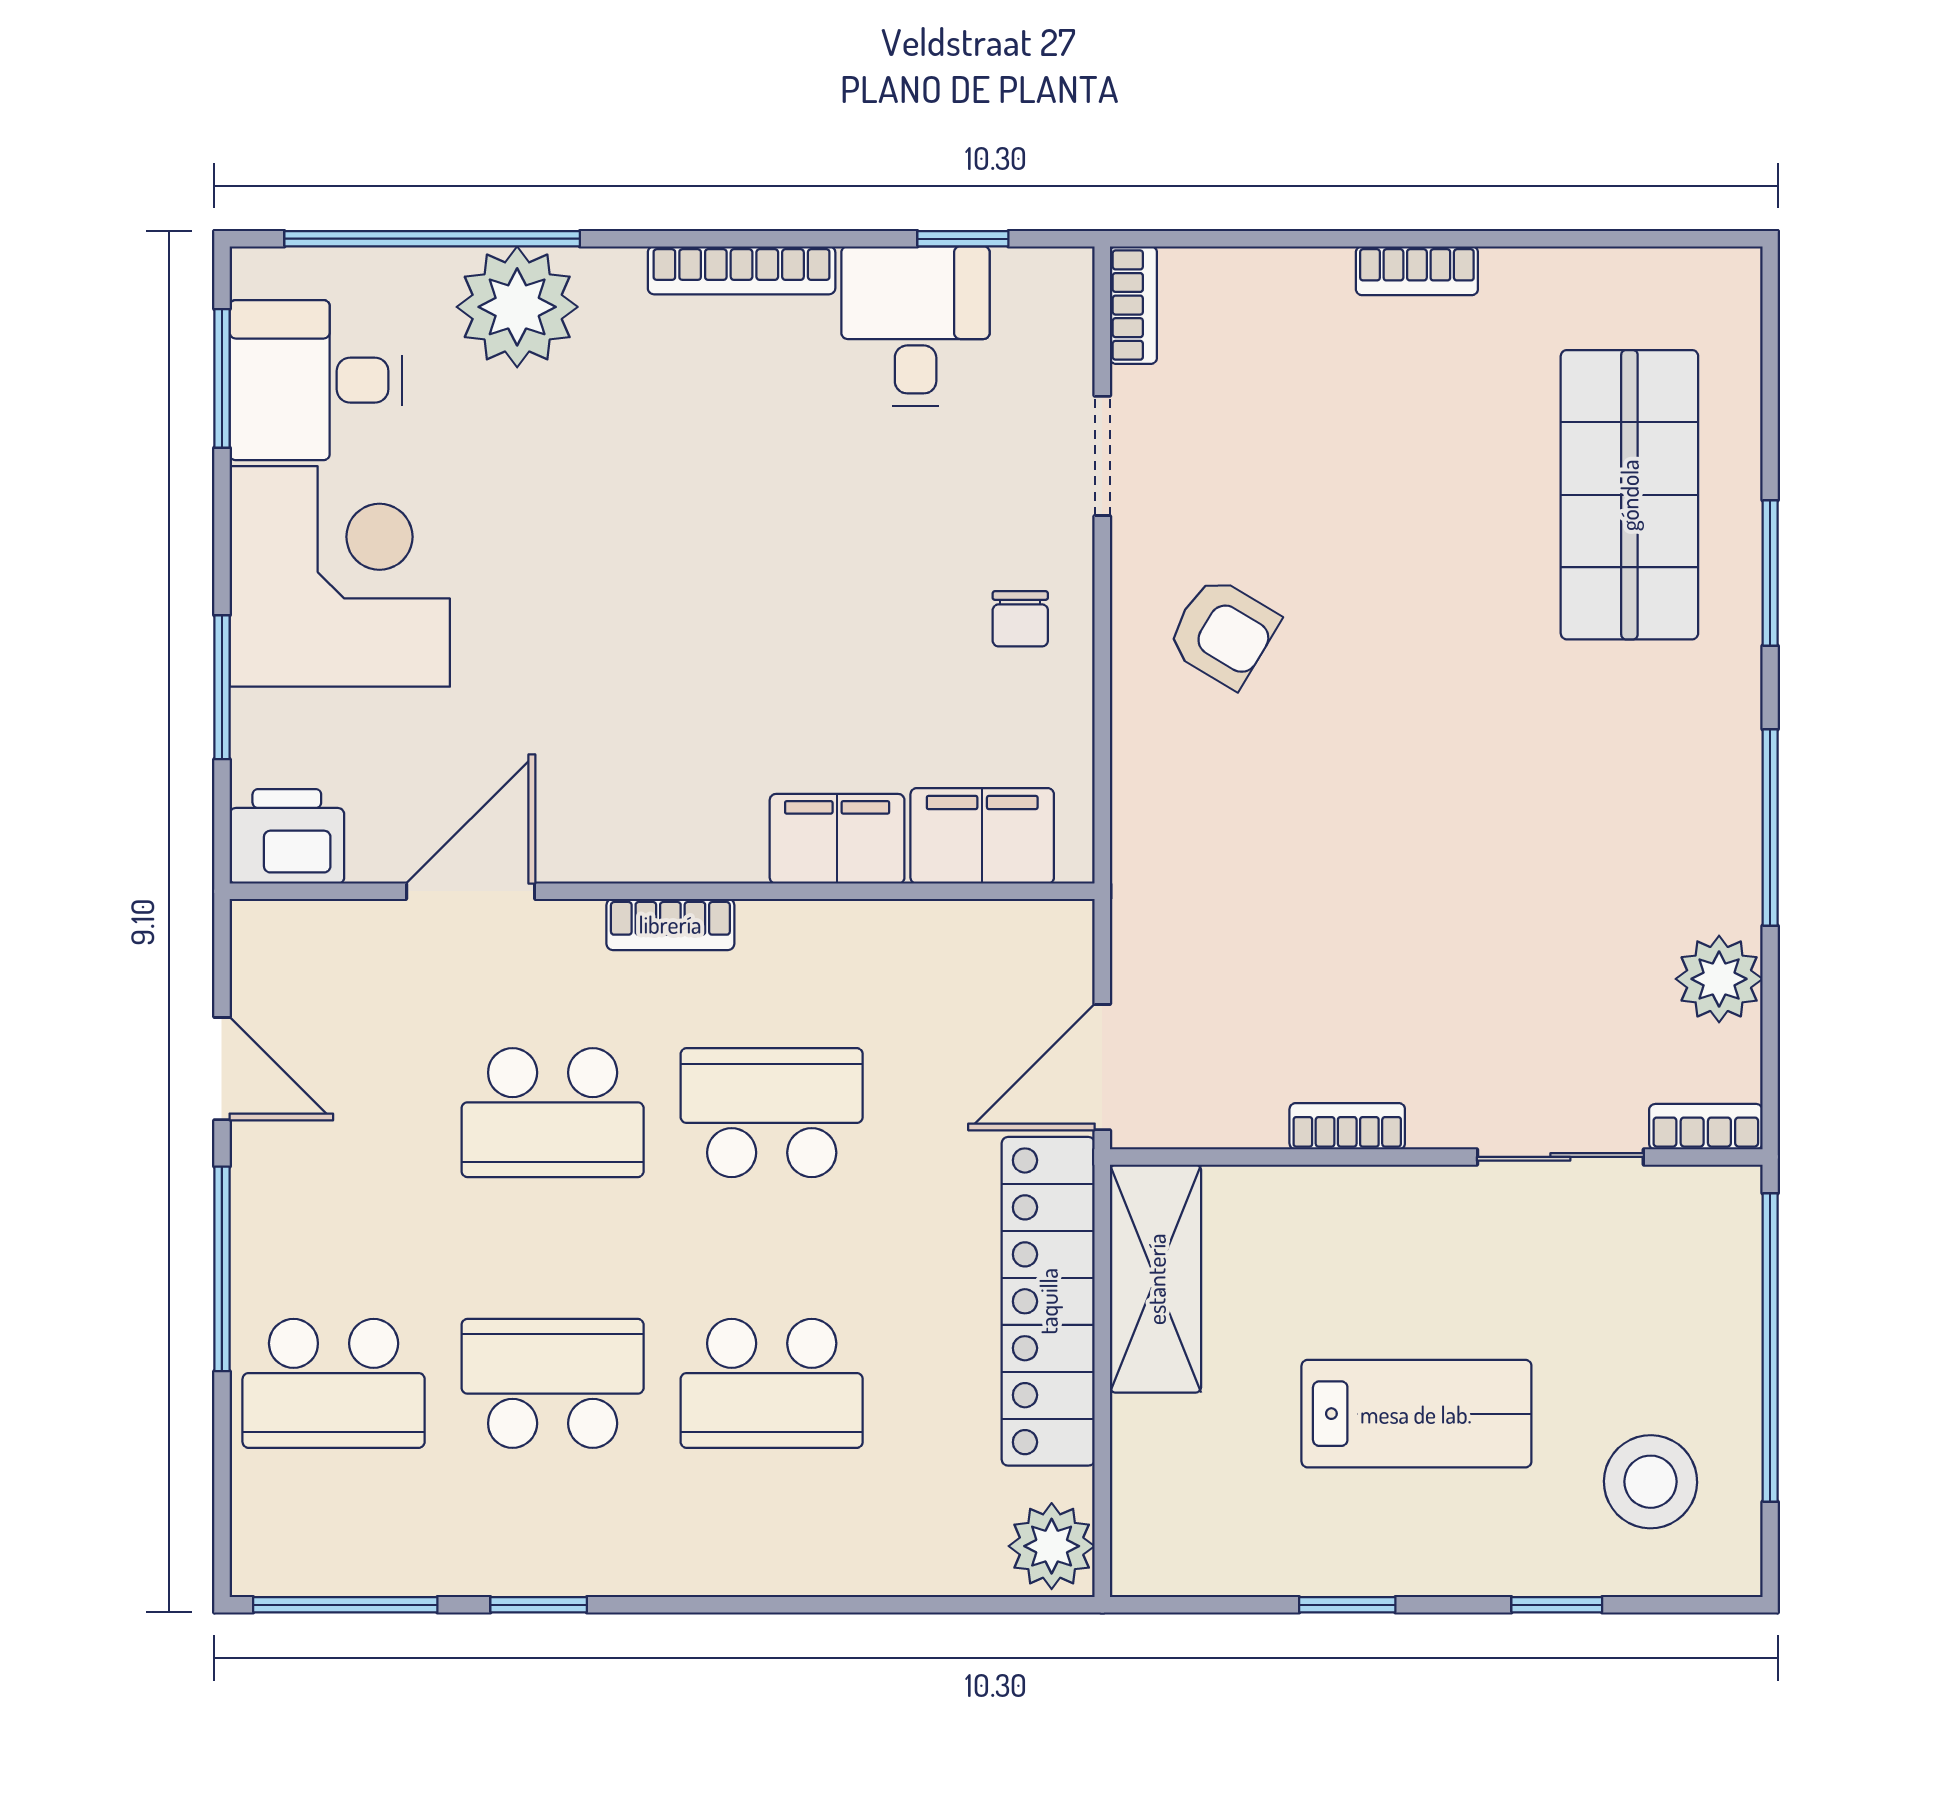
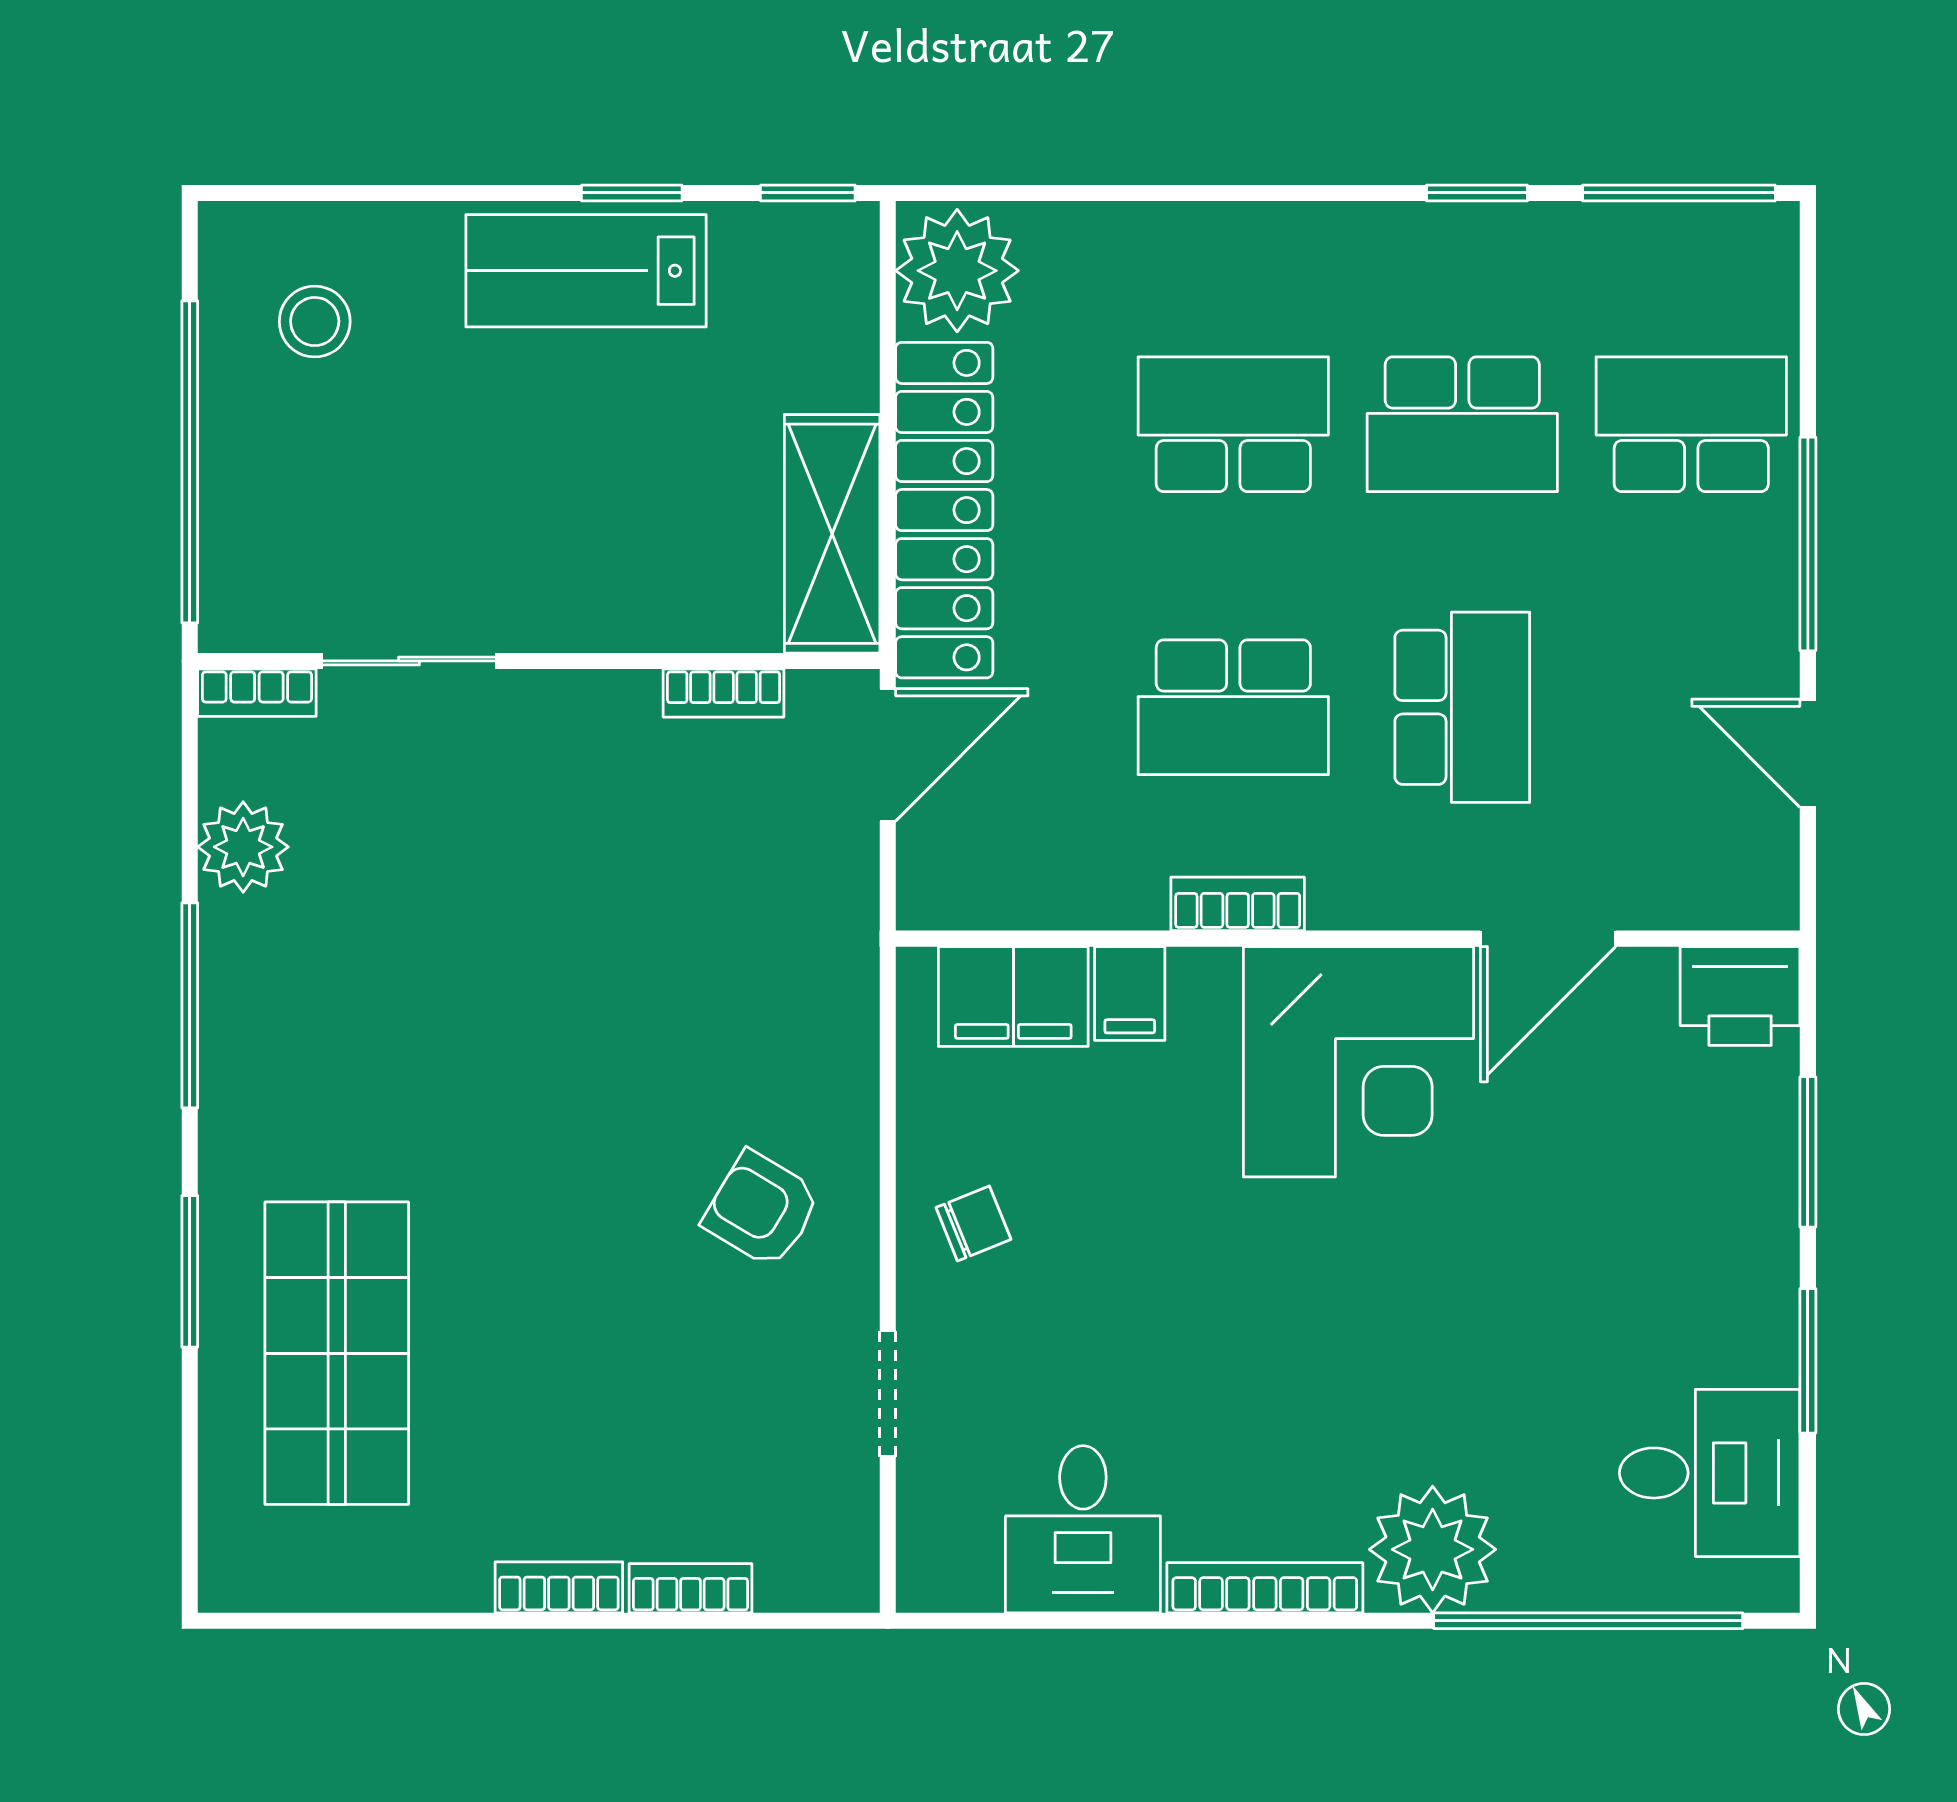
window: (963, 239) -> (1033, 1621), removed
bookcase: (1133, 305) -> (691, 1588), moved, turned 90
plant: (517, 307) -> (1433, 1549), moved
window: (222, 378) -> (1808, 1361), moved
corner desk: (340, 576) -> (1358, 1062), moved, turned -90
chair: (1020, 619) -> (973, 1223), turned 68
filing cabinet: (837, 839) -> (1130, 993), width x0.50
bookcase: (670, 924) -> (1238, 904), moved
school desk: (553, 1113) -> (1462, 707), turned 90
bookcase: (1347, 1126) -> (724, 693), moved
lab bench: (1416, 1414) -> (586, 271), moved
stool: (1651, 1482) -> (315, 322), width x0.73, depth x0.73
plant: (1052, 1546) -> (957, 271), width x1.36, depth x1.36
window: (1557, 1605) -> (808, 193), moved

